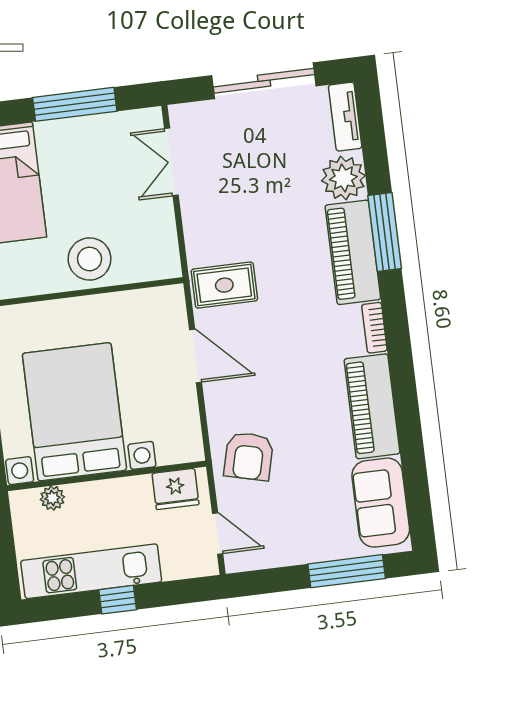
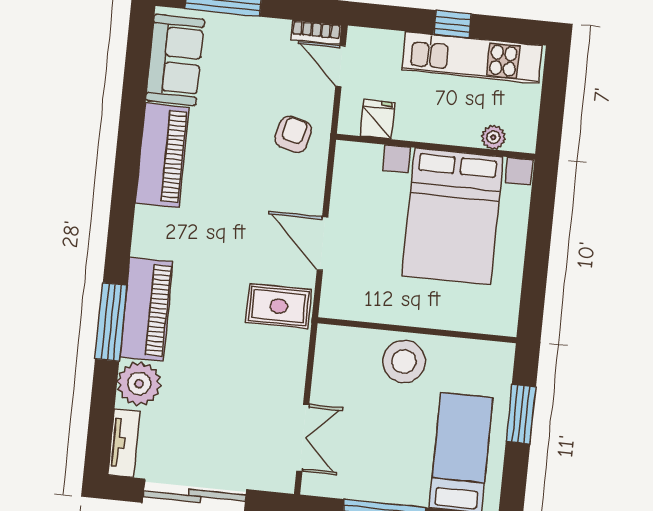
bookcase: (374, 328) -> (316, 32), moved, turned 90
armchair: (249, 456) -> (293, 134), width x0.72, depth x0.72
fridge: (175, 489) -> (378, 119), width x0.72

